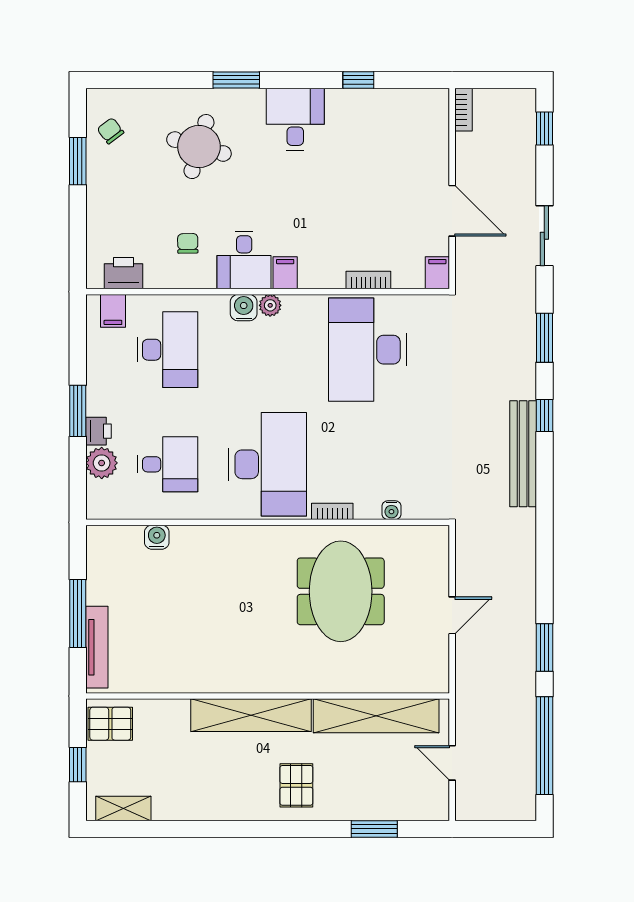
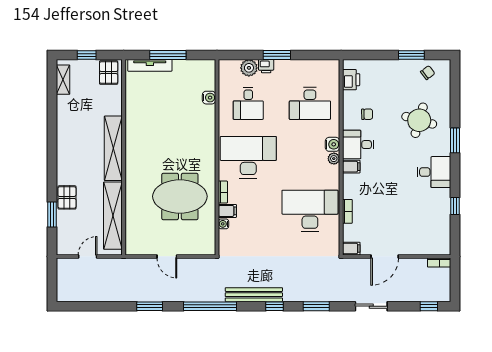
filing cabinet: (113, 311) -> (227, 211), moved, turned 180
desk: (268, 464) -> (248, 157), turned 180
window: (544, 746) -> (210, 306), moved
pallet: (296, 785) -> (67, 197), moved, turned 90

